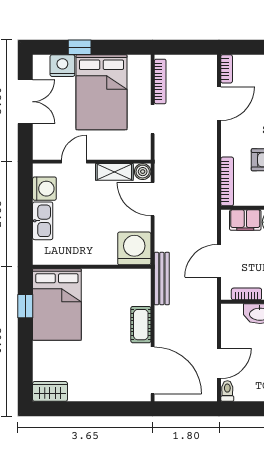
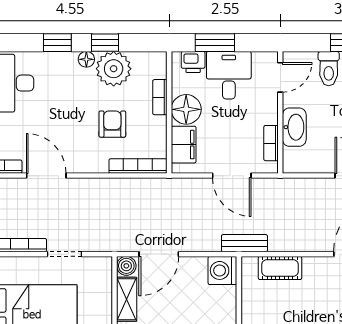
washing machine: (134, 248) -> (222, 270), width x0.73, depth x0.73
bench: (162, 279) -> (244, 243), width x0.73
cot: (141, 325) -> (280, 268), moved

